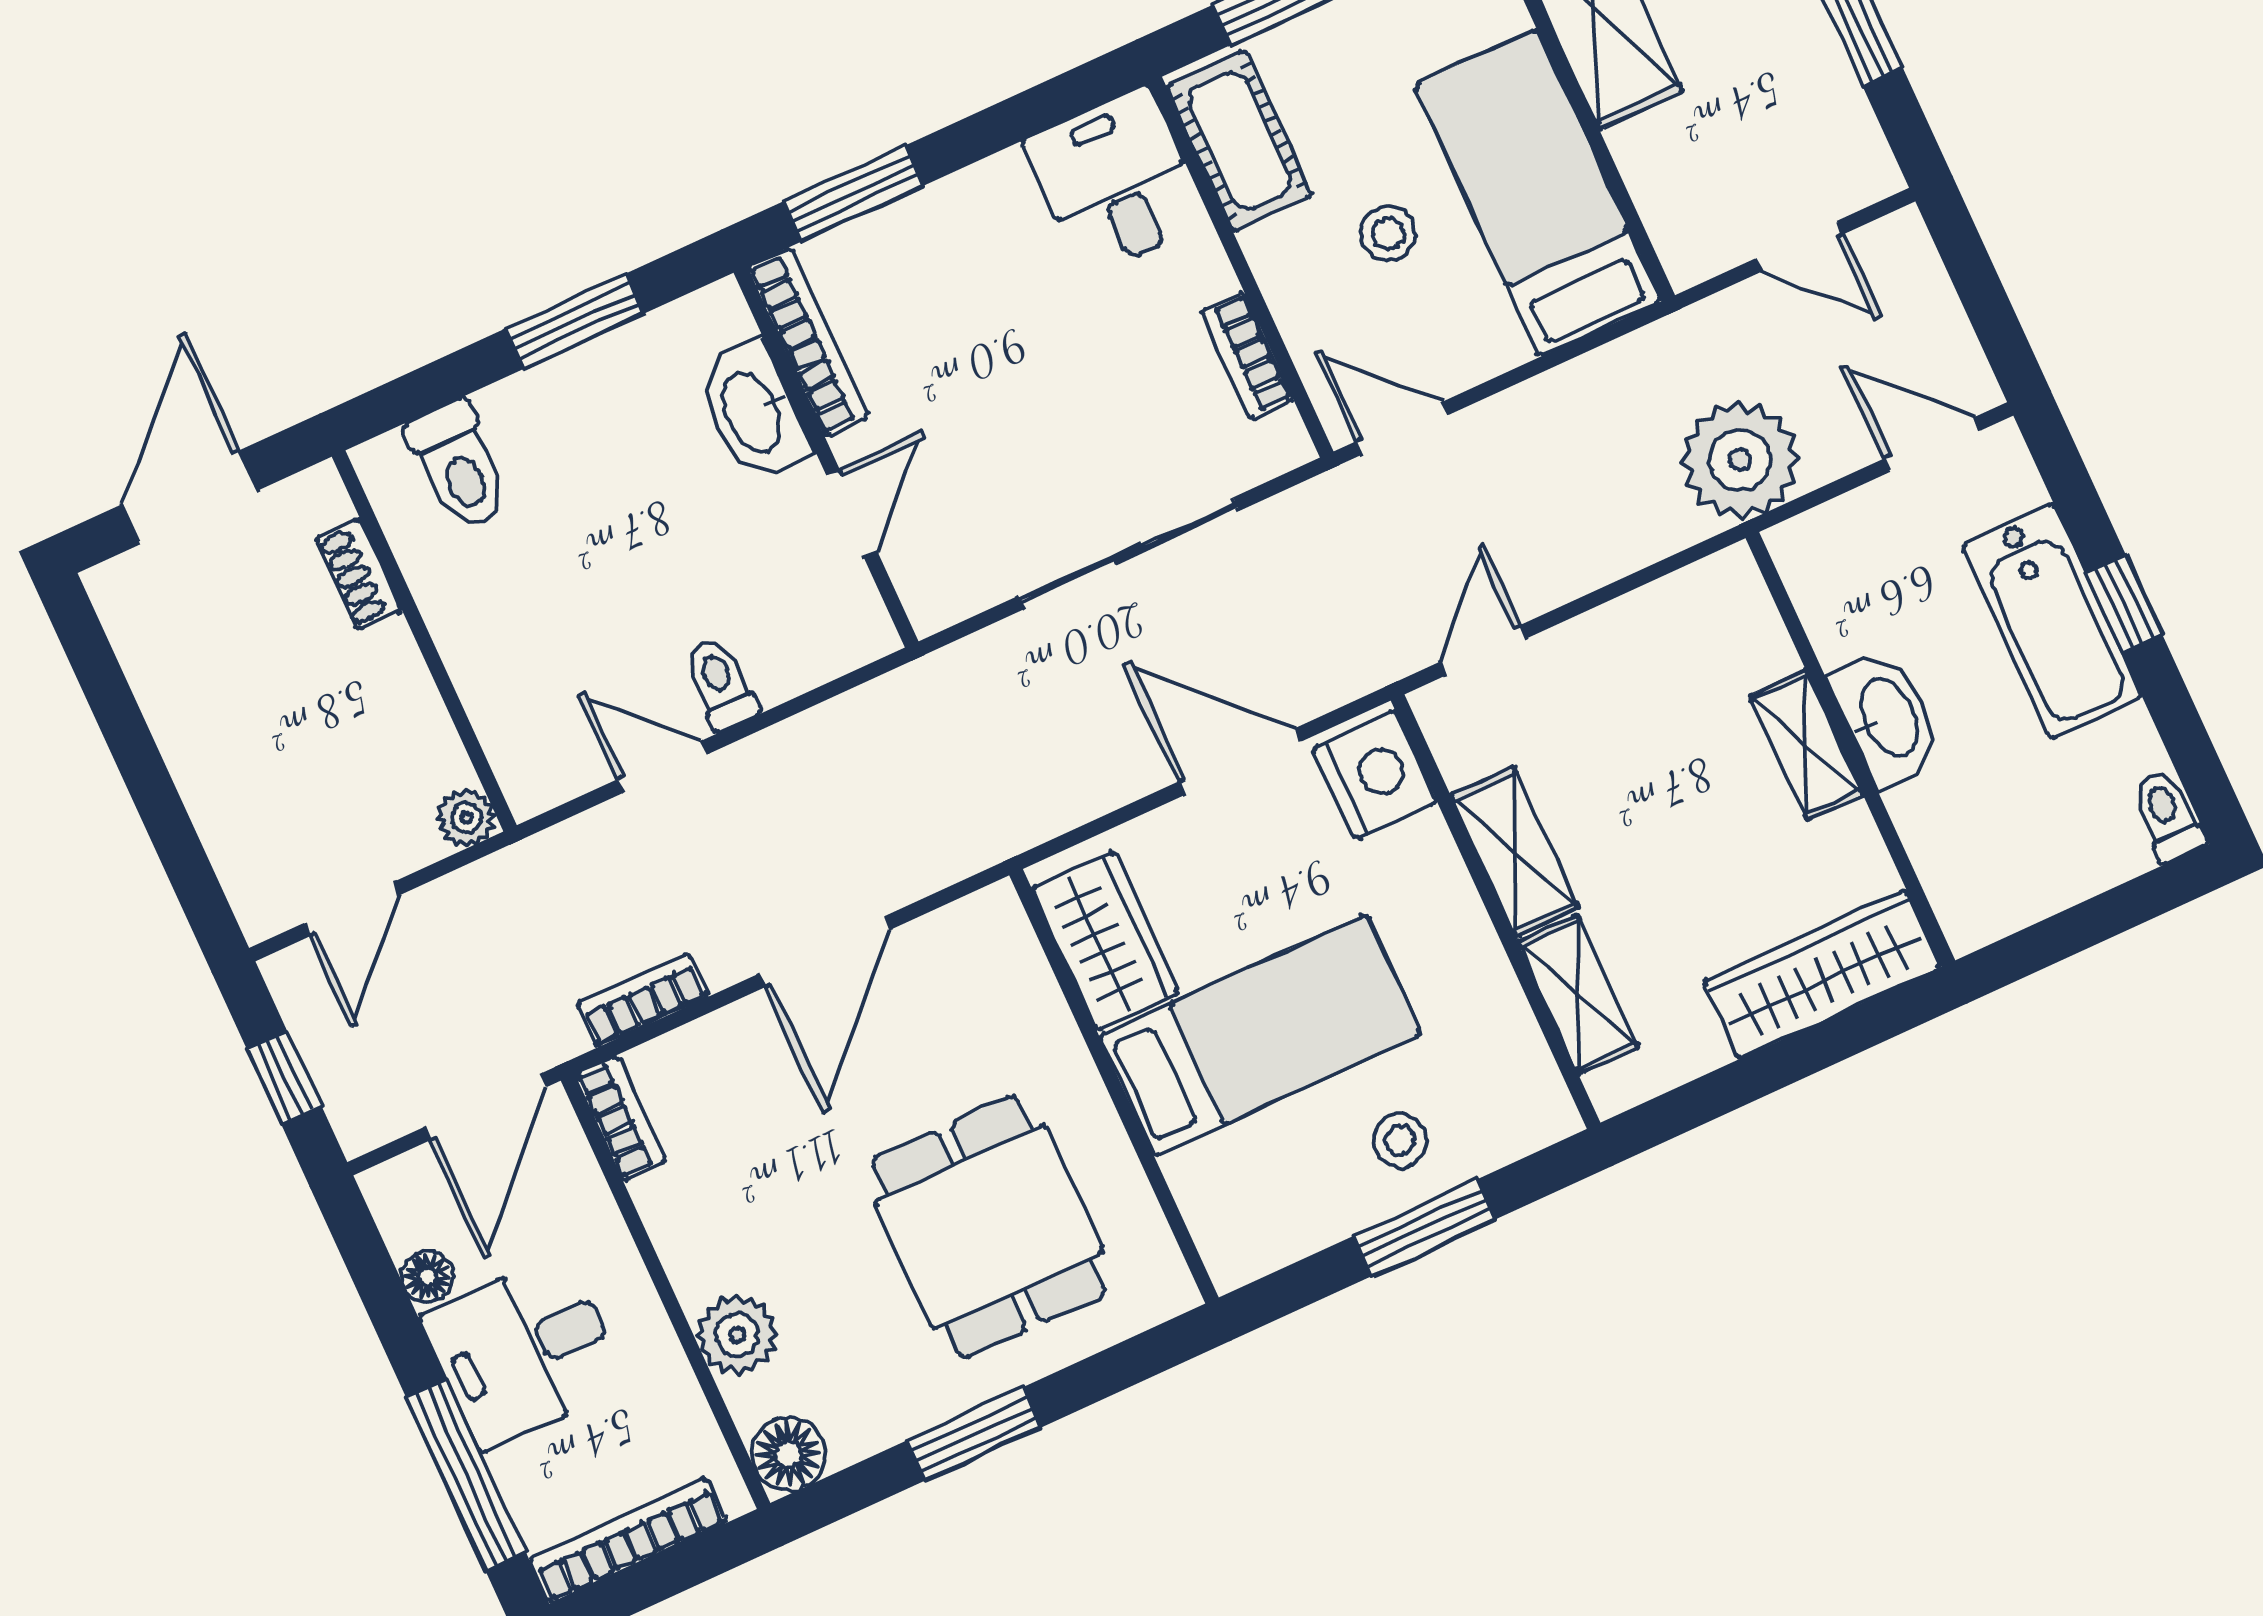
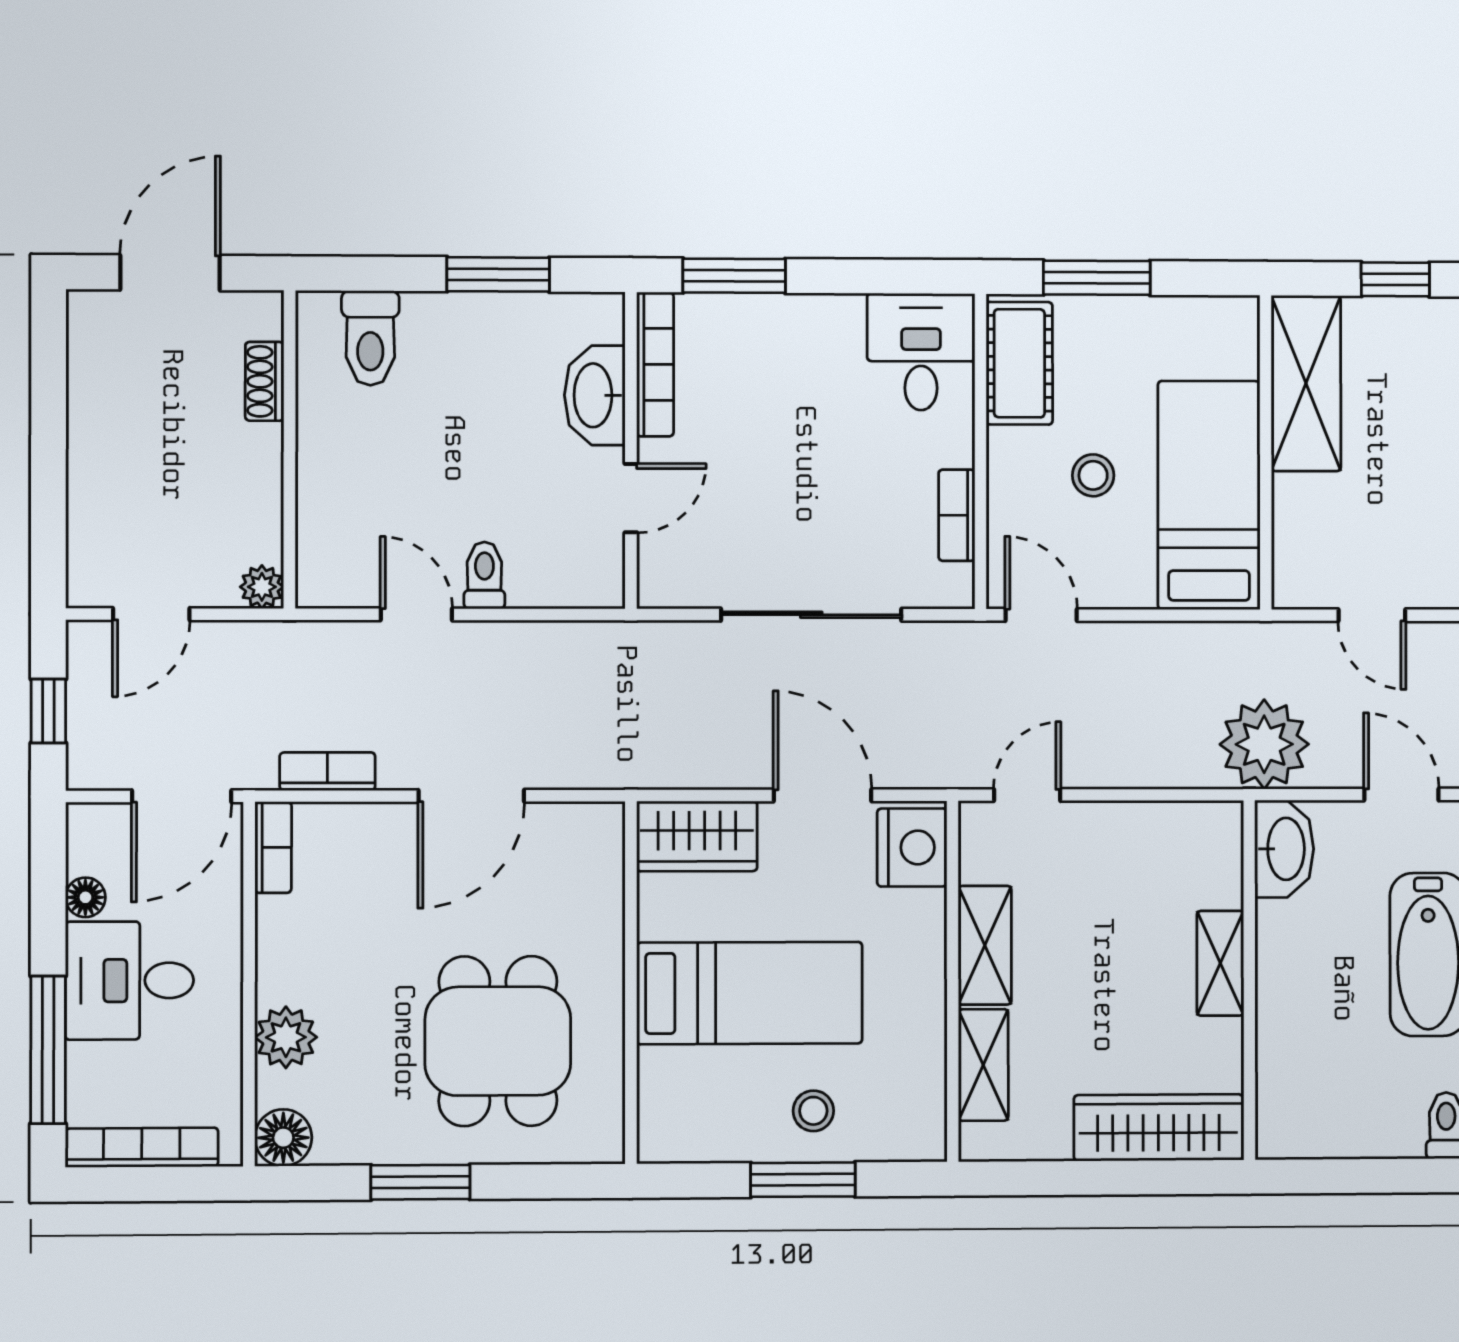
washbasin: (1887, 718) -> (1284, 849), moved
wardrobe: (1105, 941) -> (697, 836), moved, turned 90

